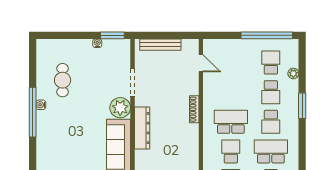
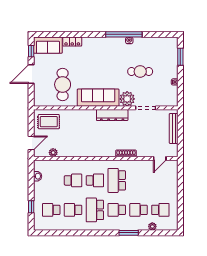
window: (112, 35) -> (180, 57), moved
window: (267, 35) -> (180, 207), removed
cafe table: (63, 80) -> (140, 71), moved
school desk: (231, 122) -> (117, 180), turned 180
school desk: (271, 151) -> (95, 210), turned 180

